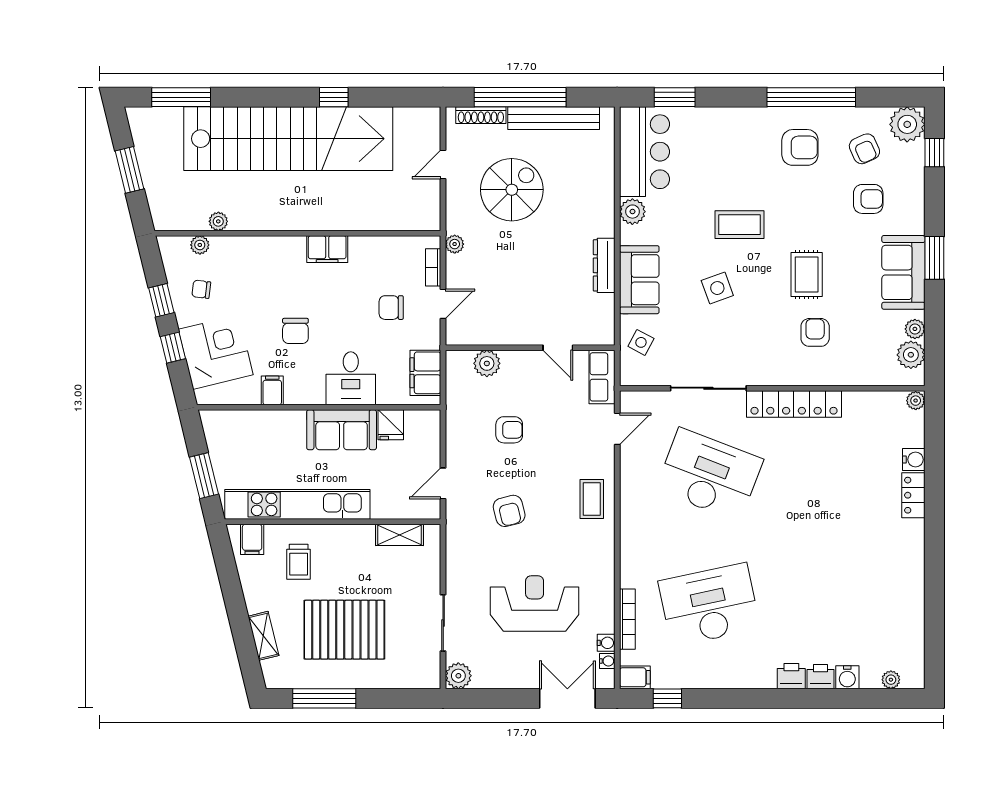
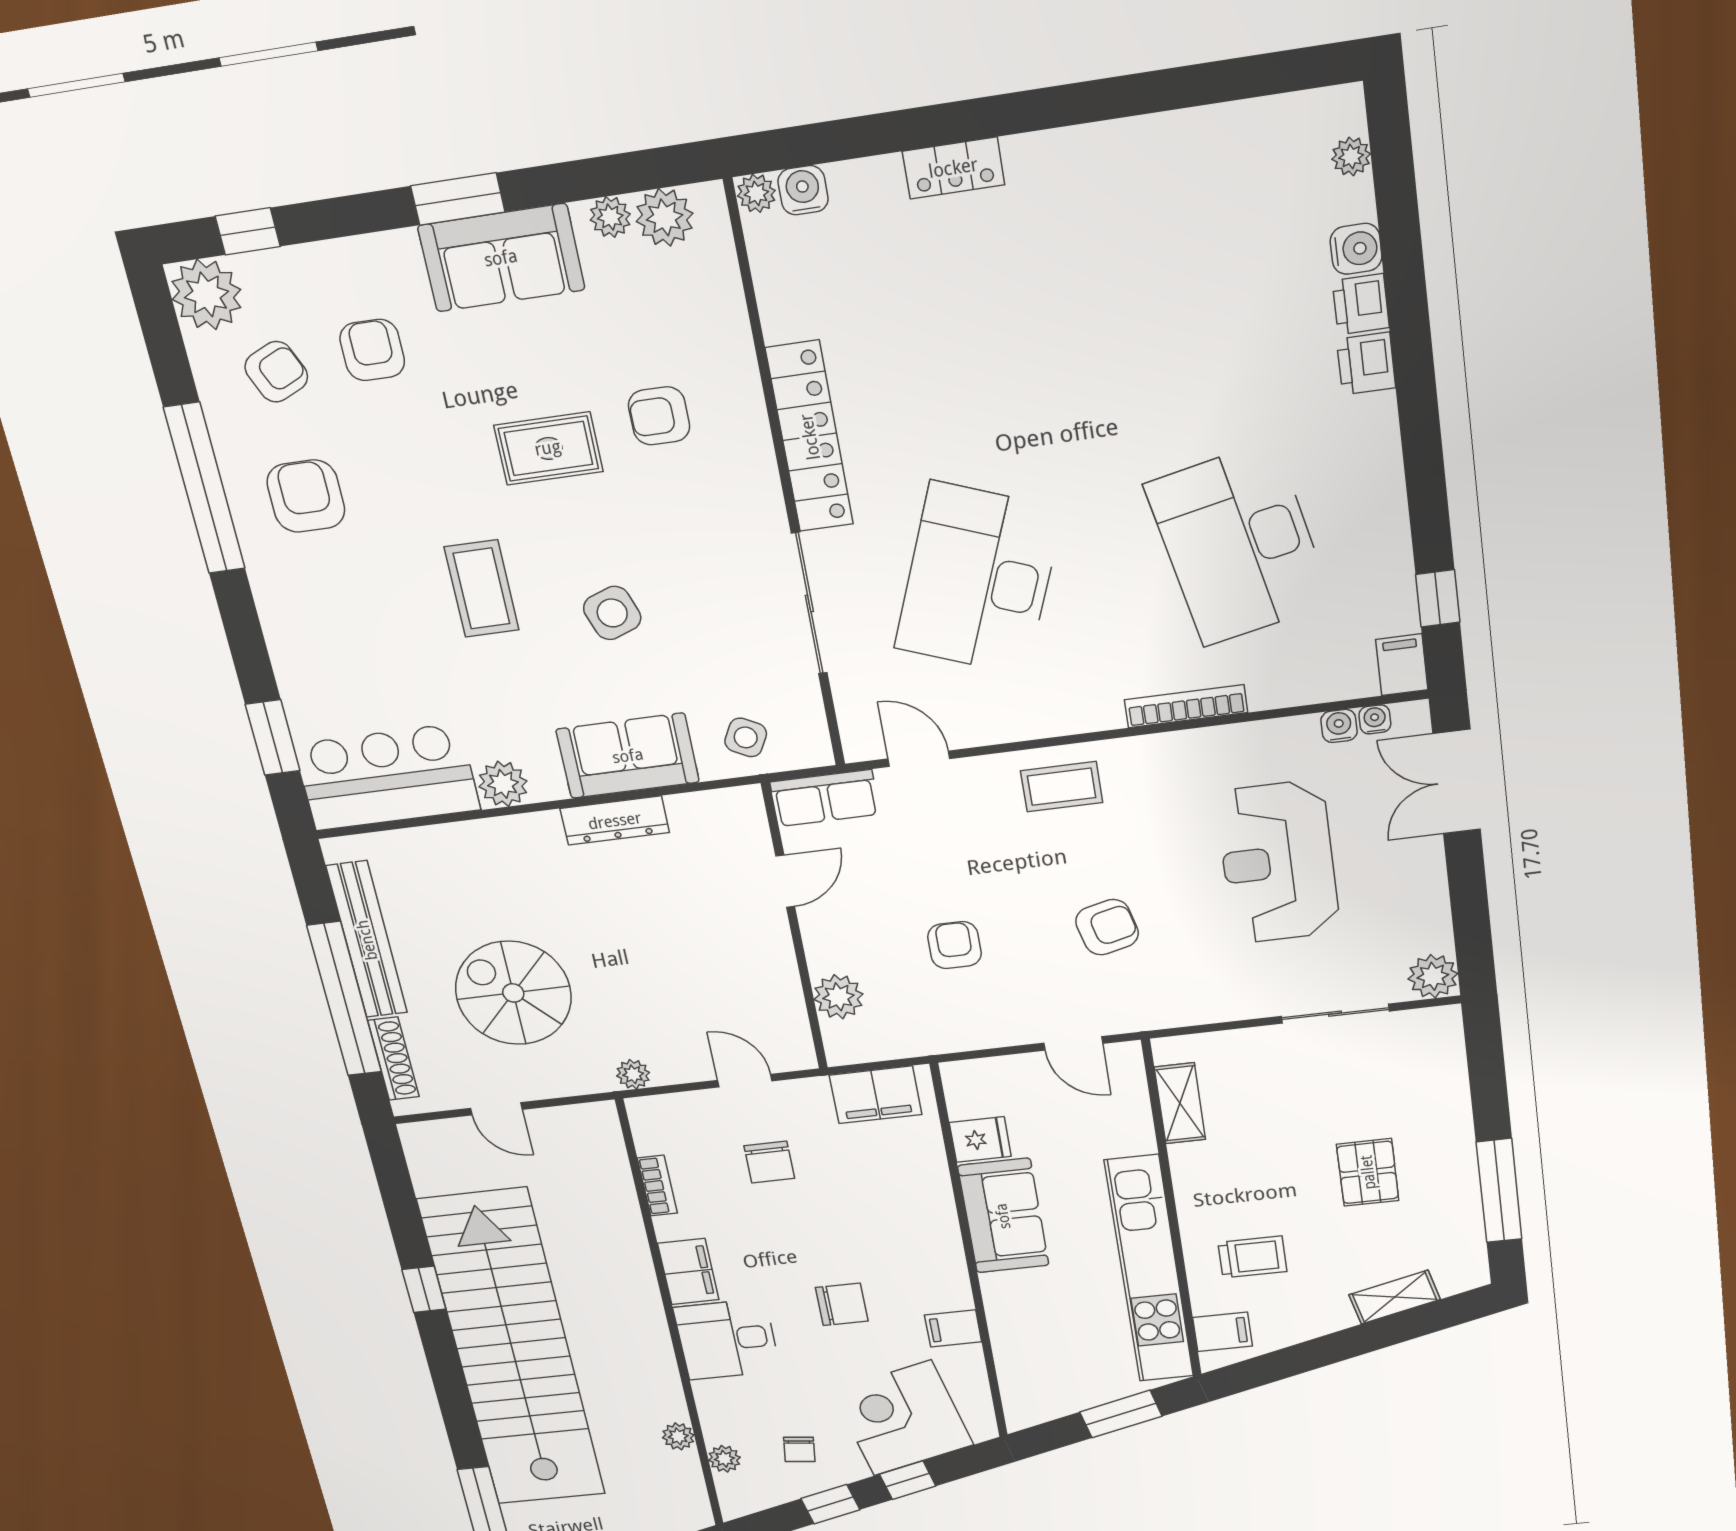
bookcase: (433, 267) -> (657, 1186), moved, turned -90
desk: (351, 378) -> (727, 1339), moved, turned 180
water cooler: (914, 460) -> (803, 190), moved
bookcase: (627, 619) -> (1186, 706), moved
pallet: (344, 630) -> (1368, 1172), width x0.49, depth x0.50

